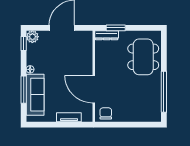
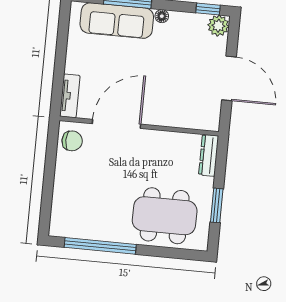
window: (116, 28) -> (217, 205), moved
tv unit: (69, 117) -> (70, 96), moved

